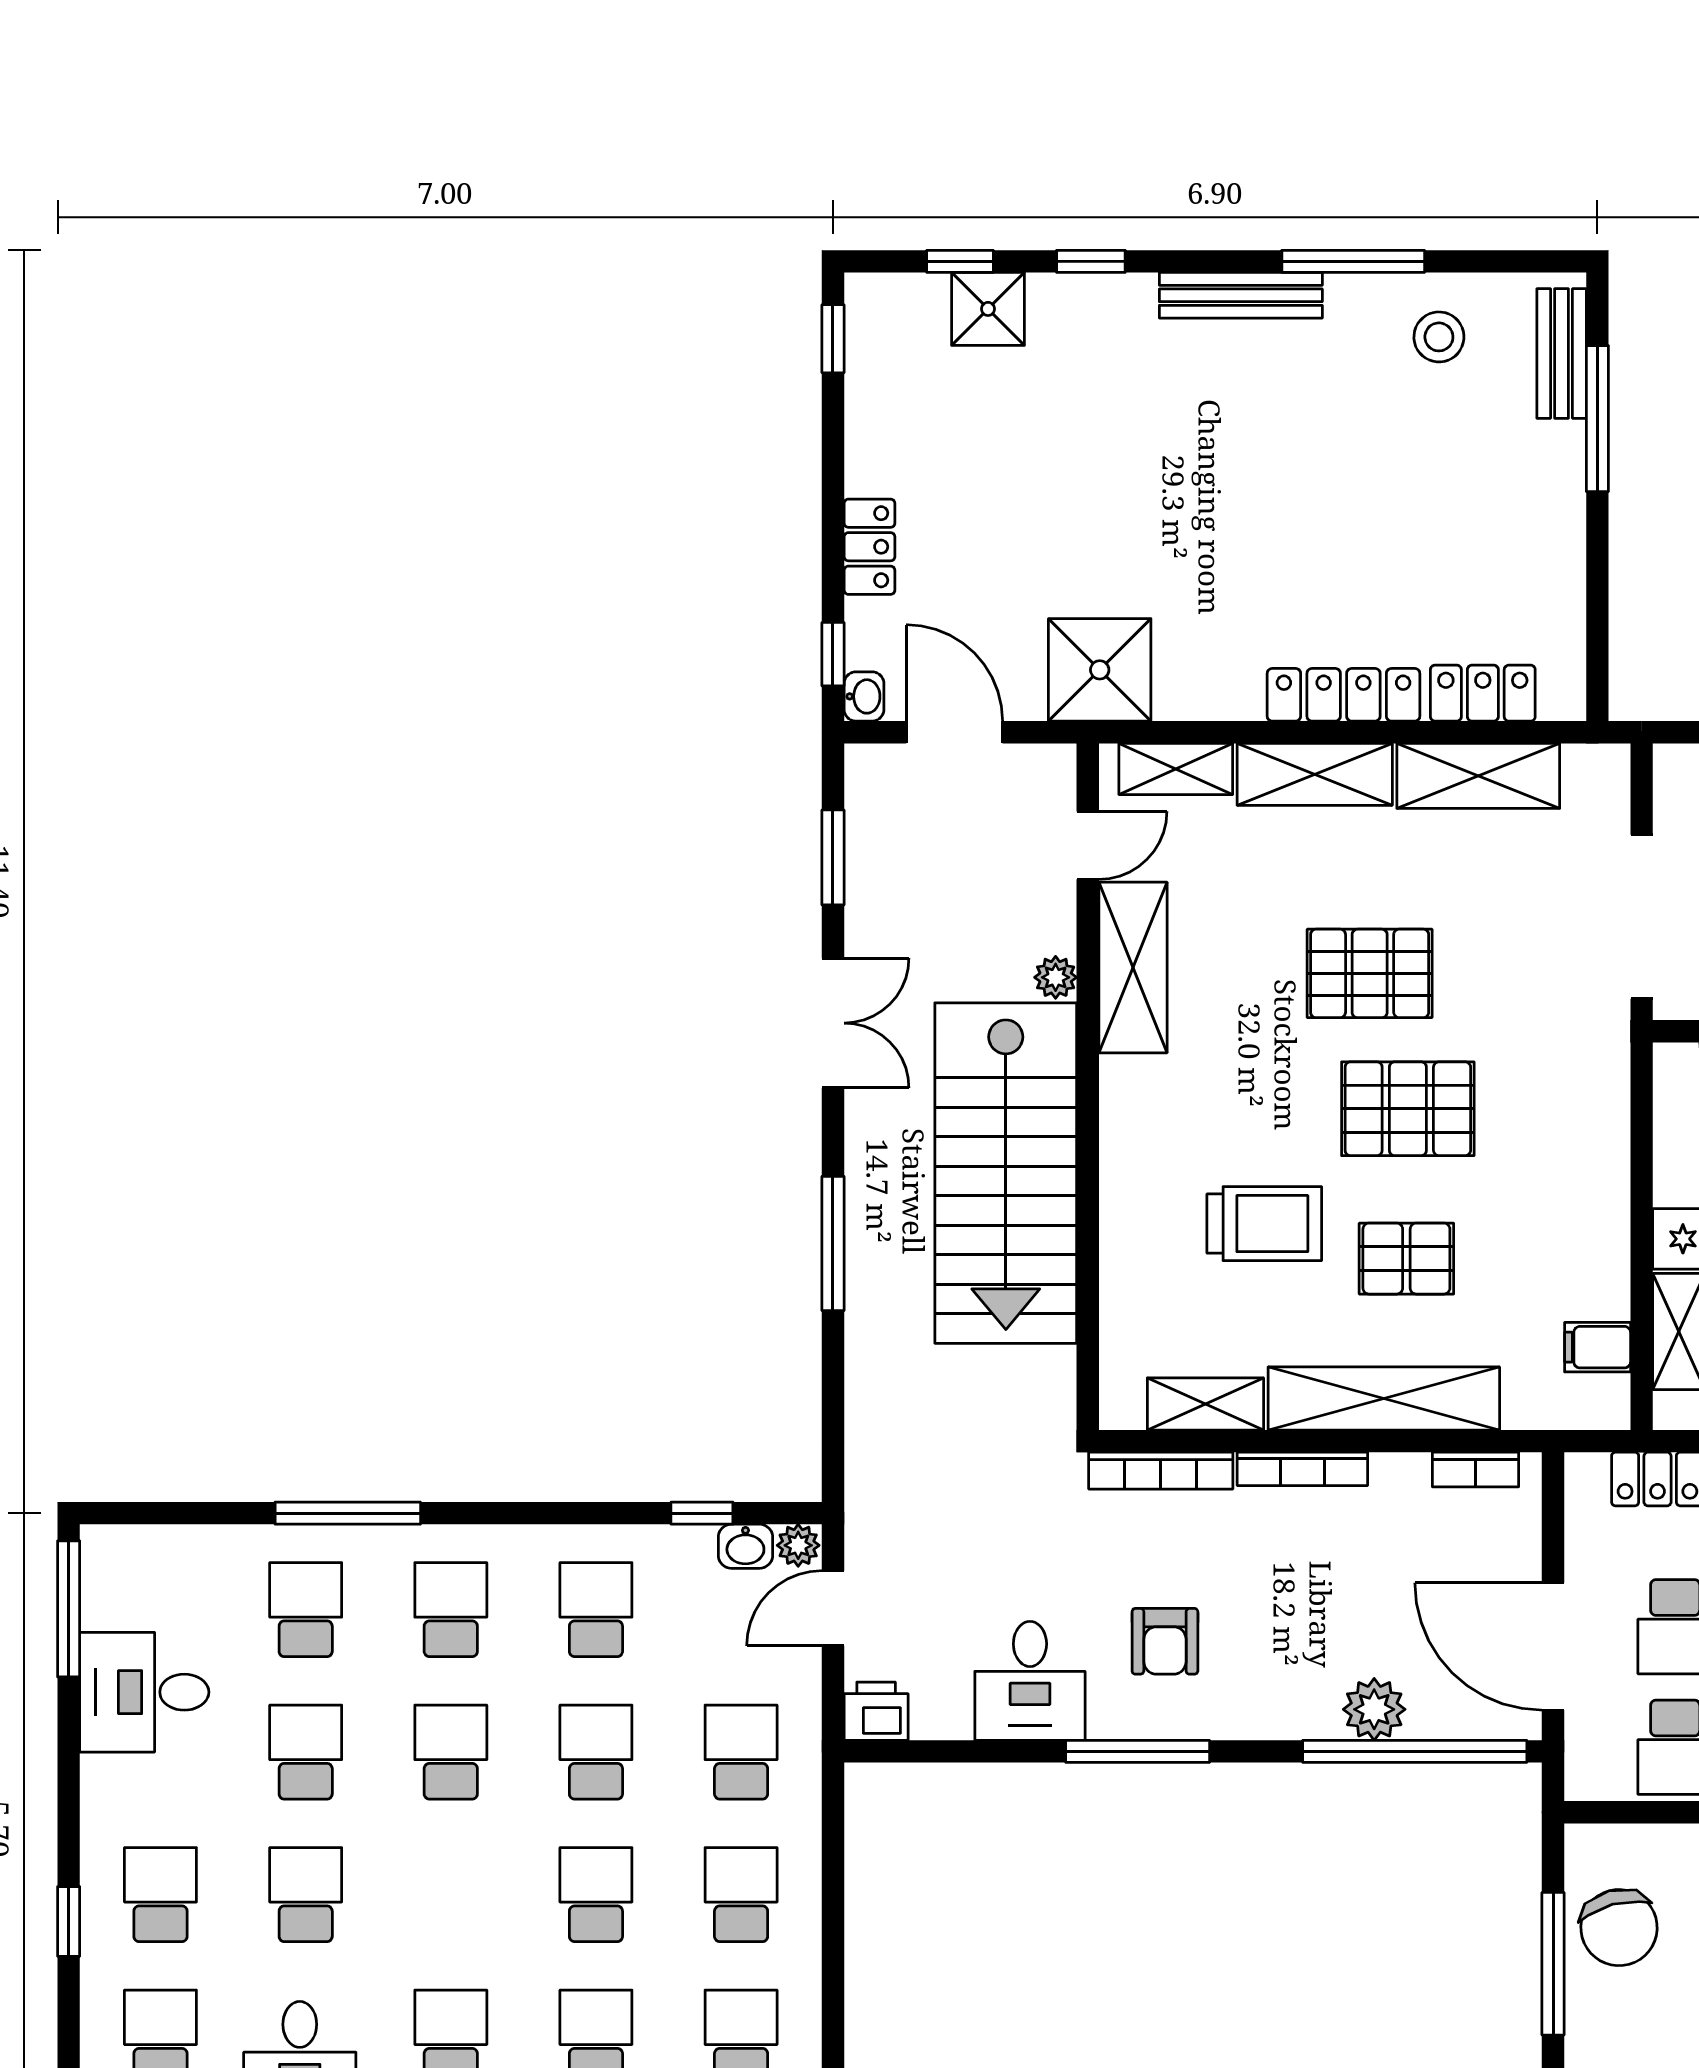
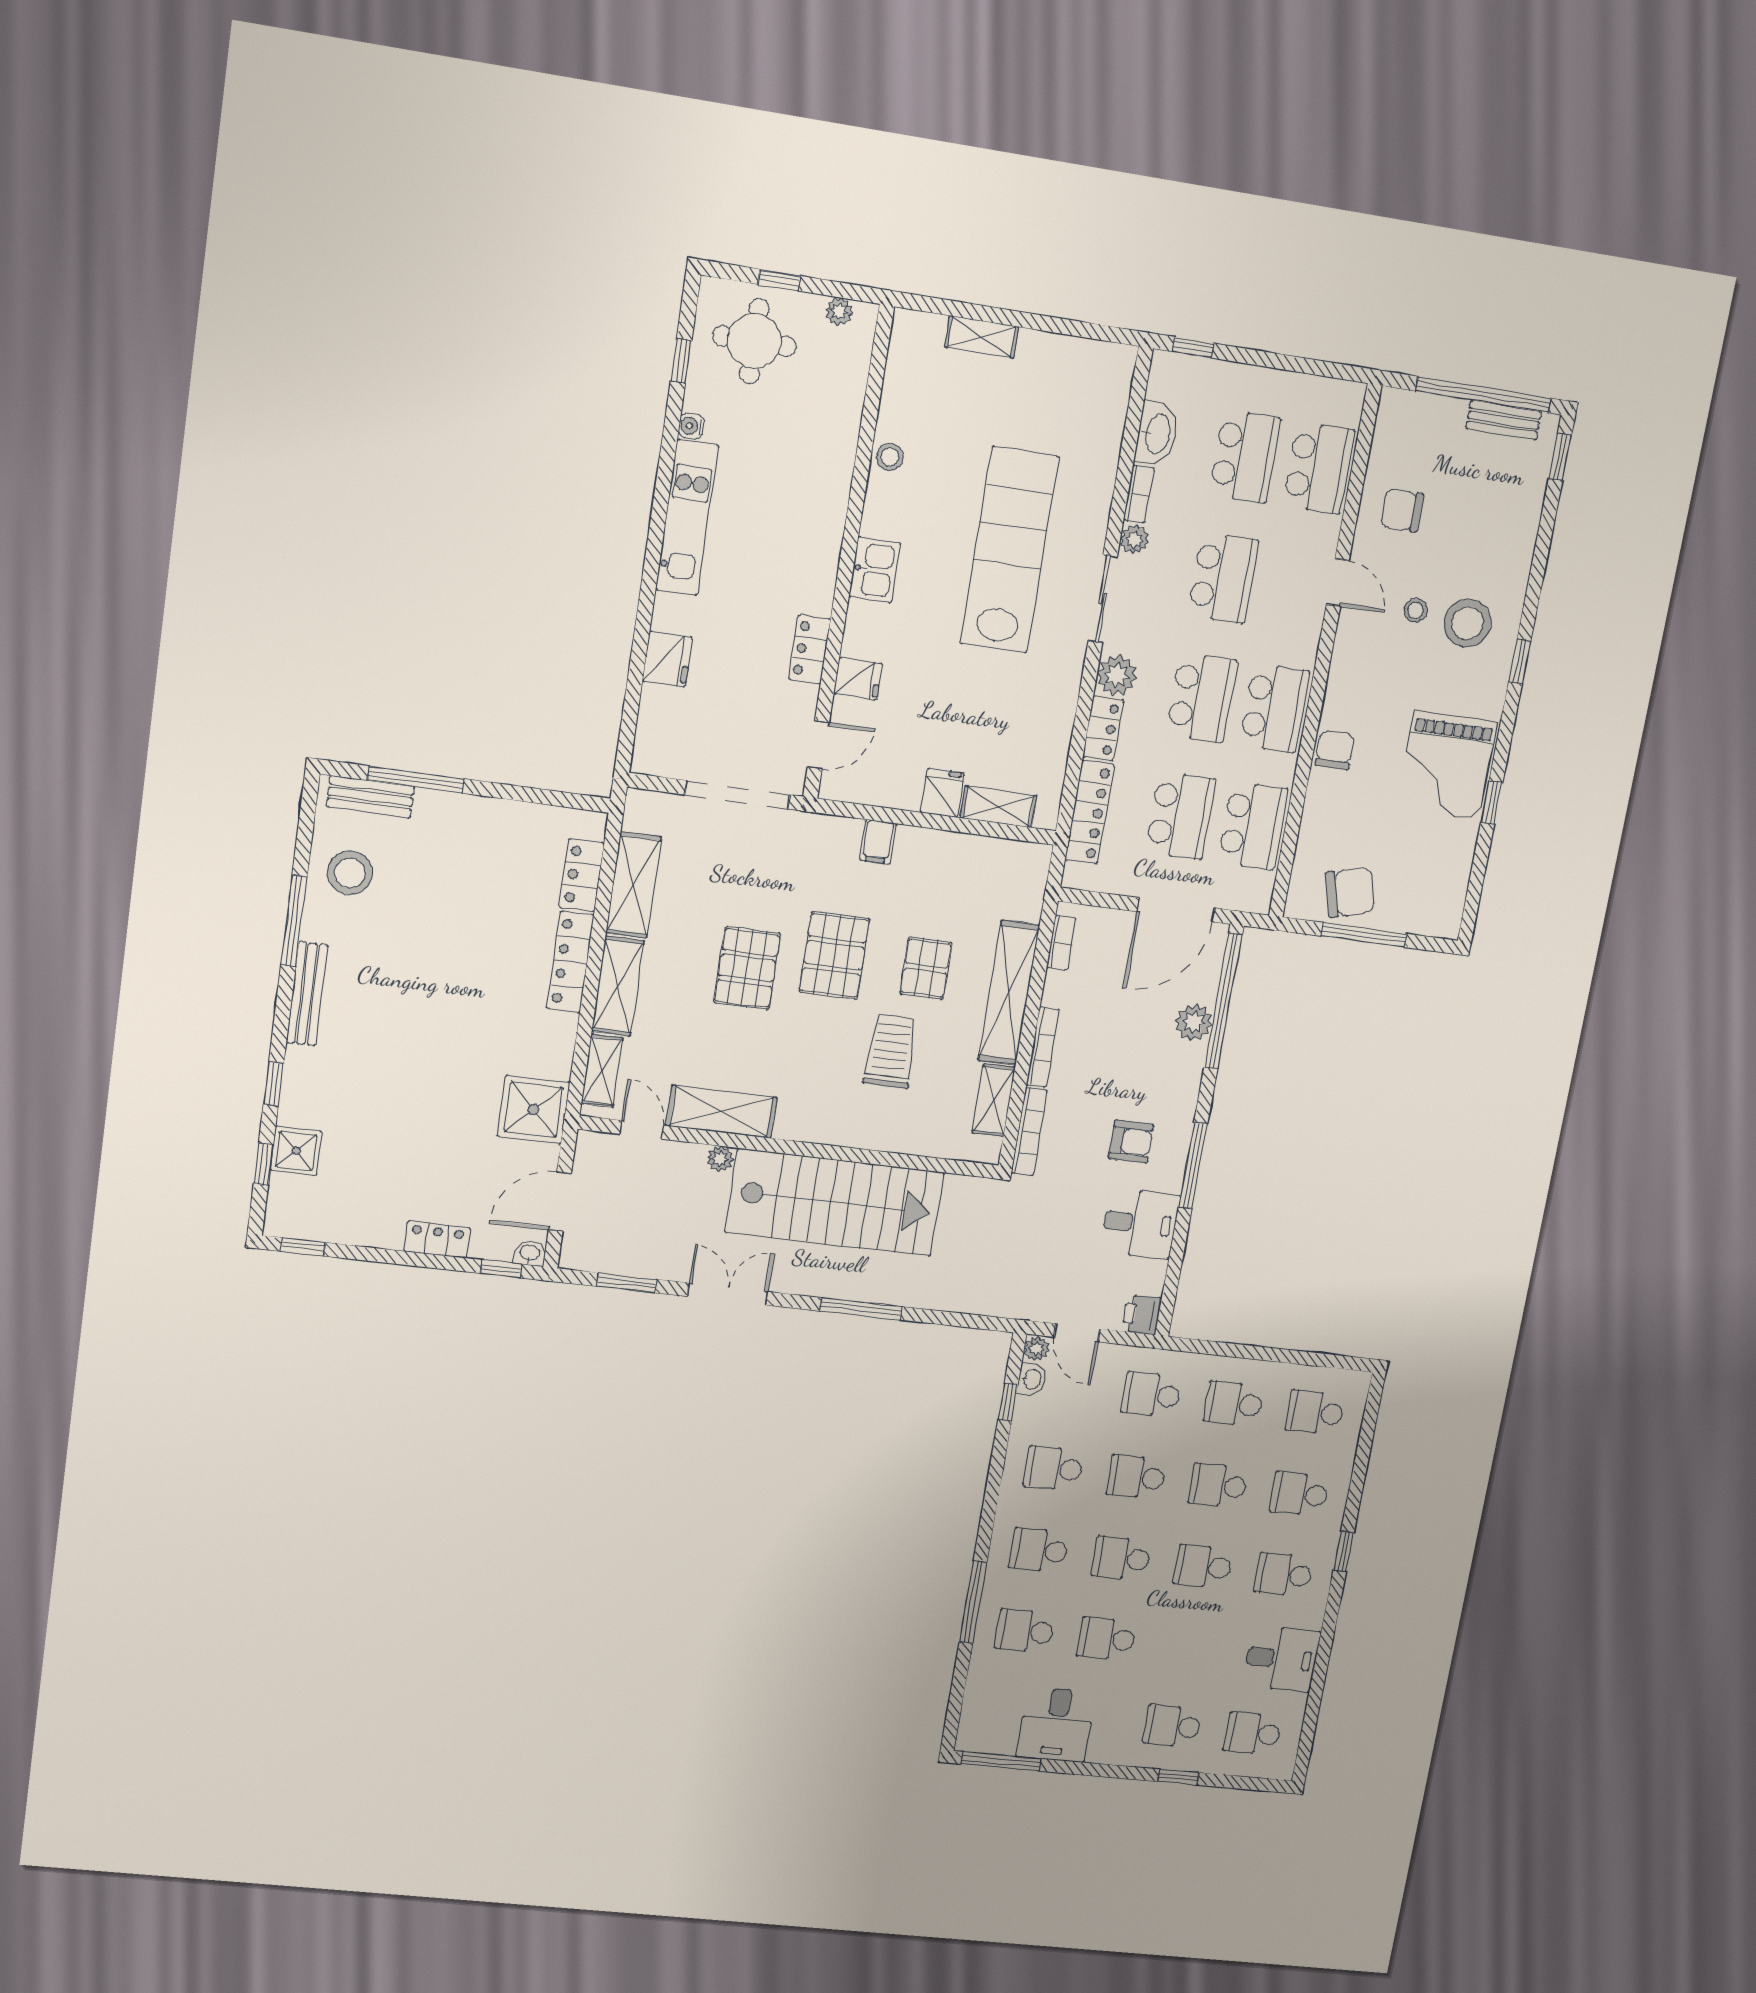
stool: (1439, 337) -> (350, 873), width x1.38, depth x1.38
filing cabinet: (1598, 1347) -> (878, 842), moved
school desk: (306, 1895) -> (1203, 1566), moved

